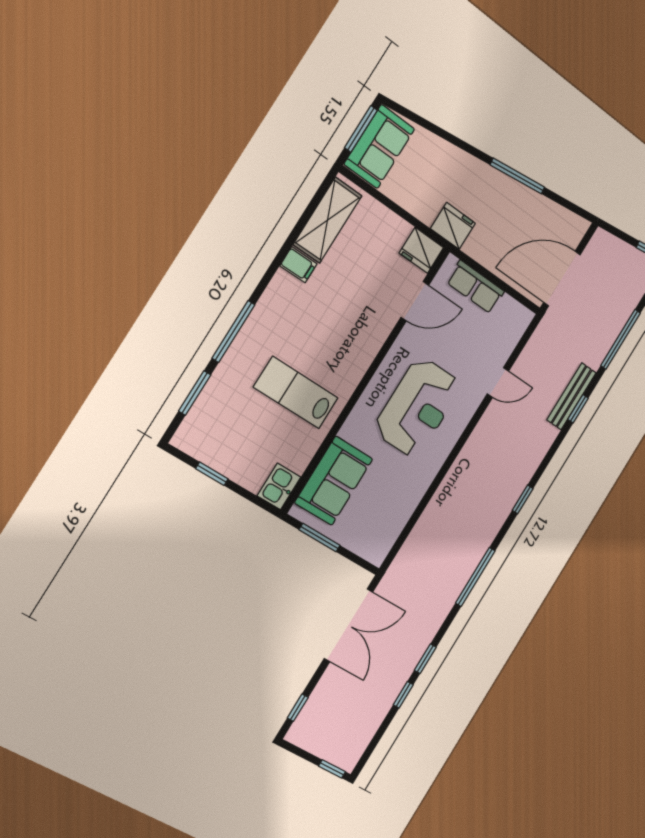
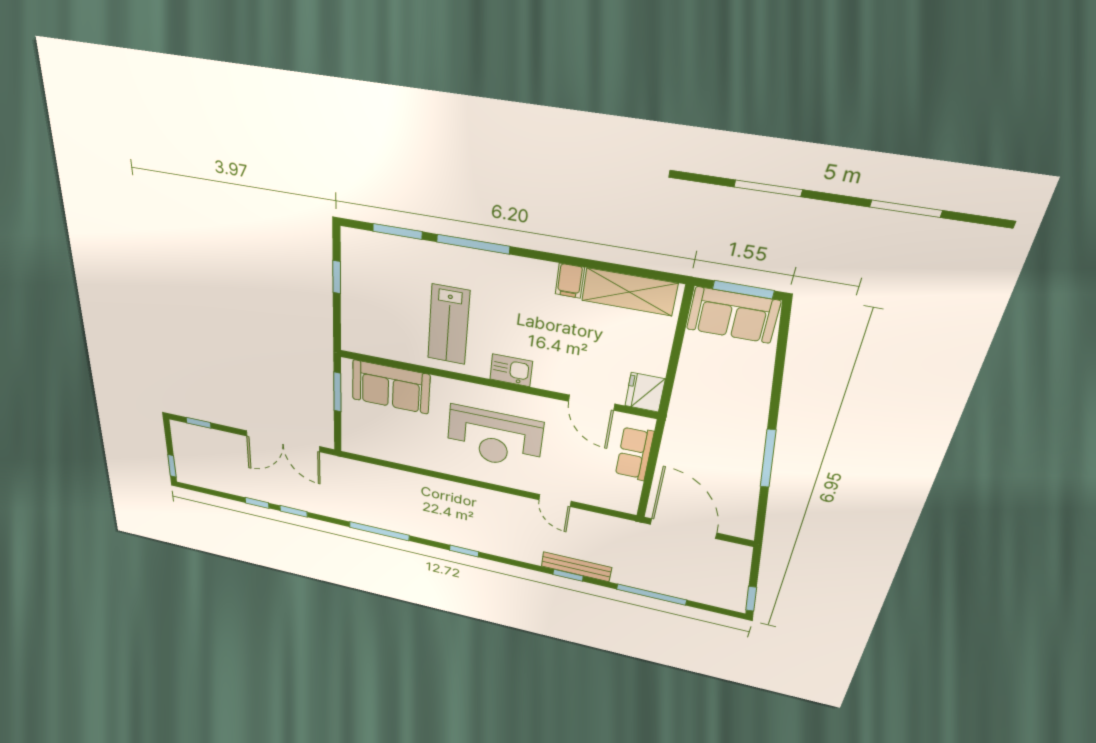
fridge: (453, 226) -> (685, 414), removed
lab bench: (296, 393) -> (449, 325), turned 180
kitchen sink: (279, 487) -> (511, 370), moved

